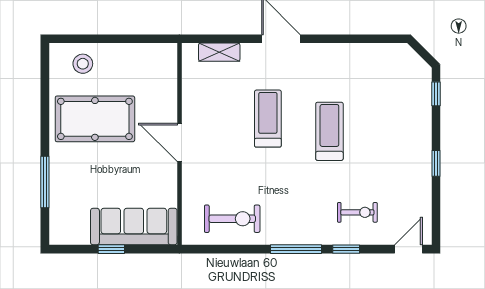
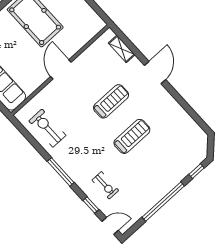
window: (436, 163) -> (163, 202), width x3.17
exercise bike: (232, 219) -> (47, 128), turned 180
window: (346, 249) -> (91, 205), moved

